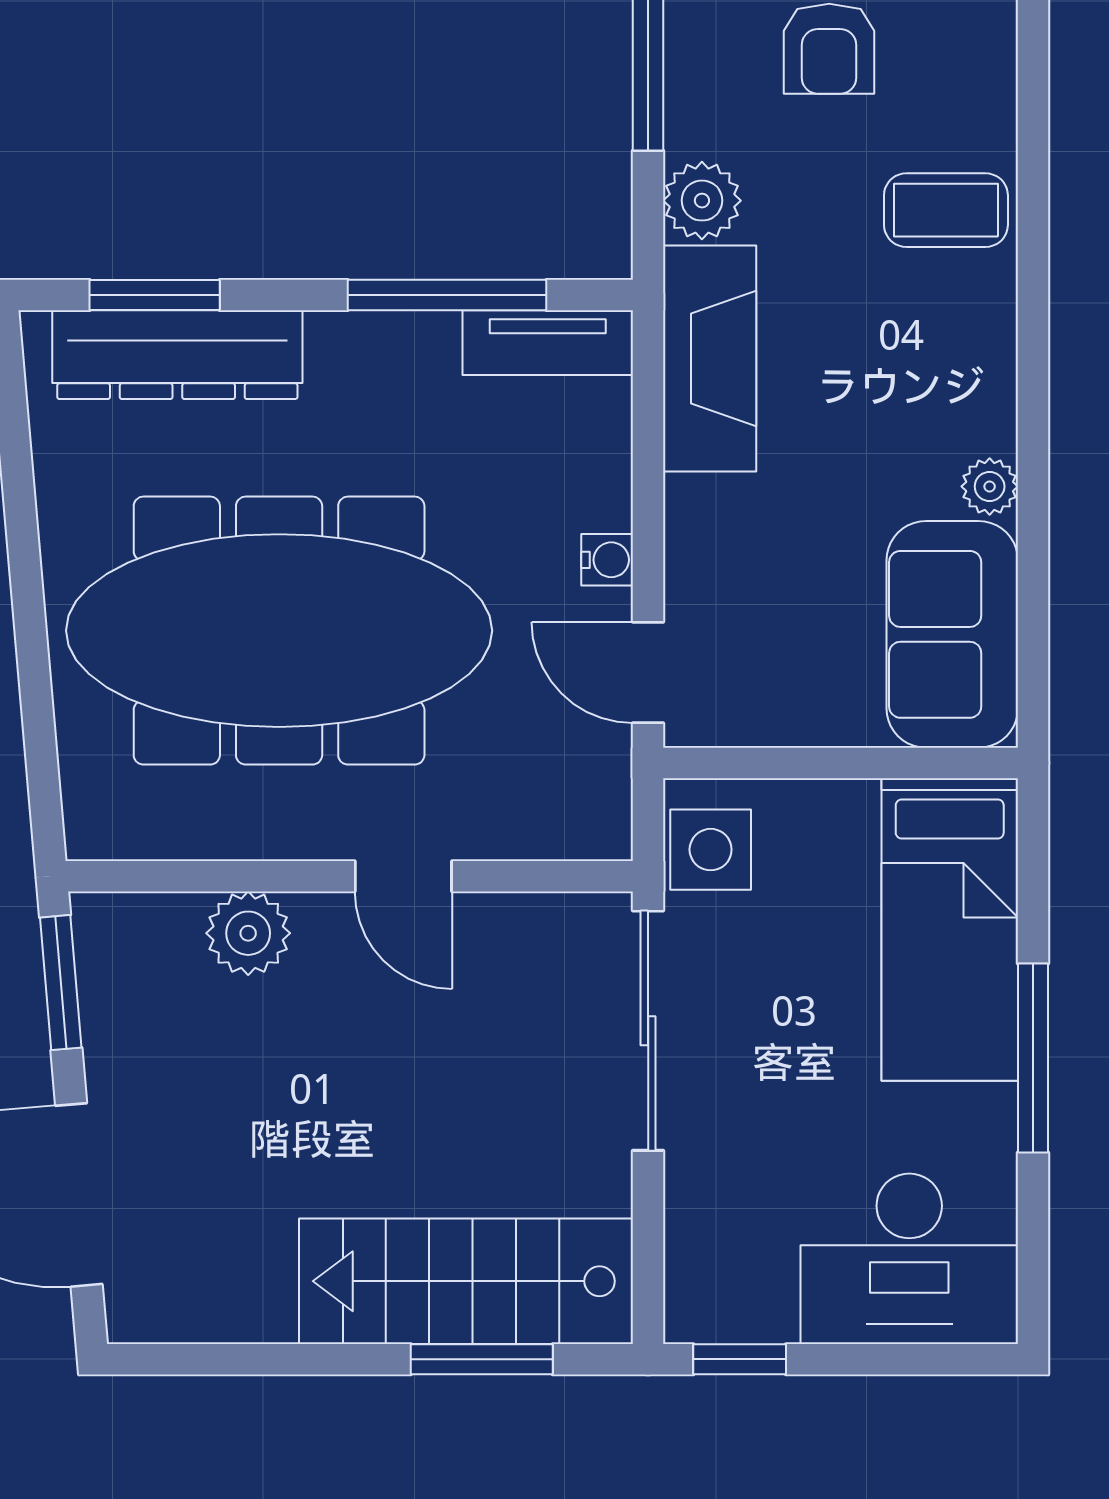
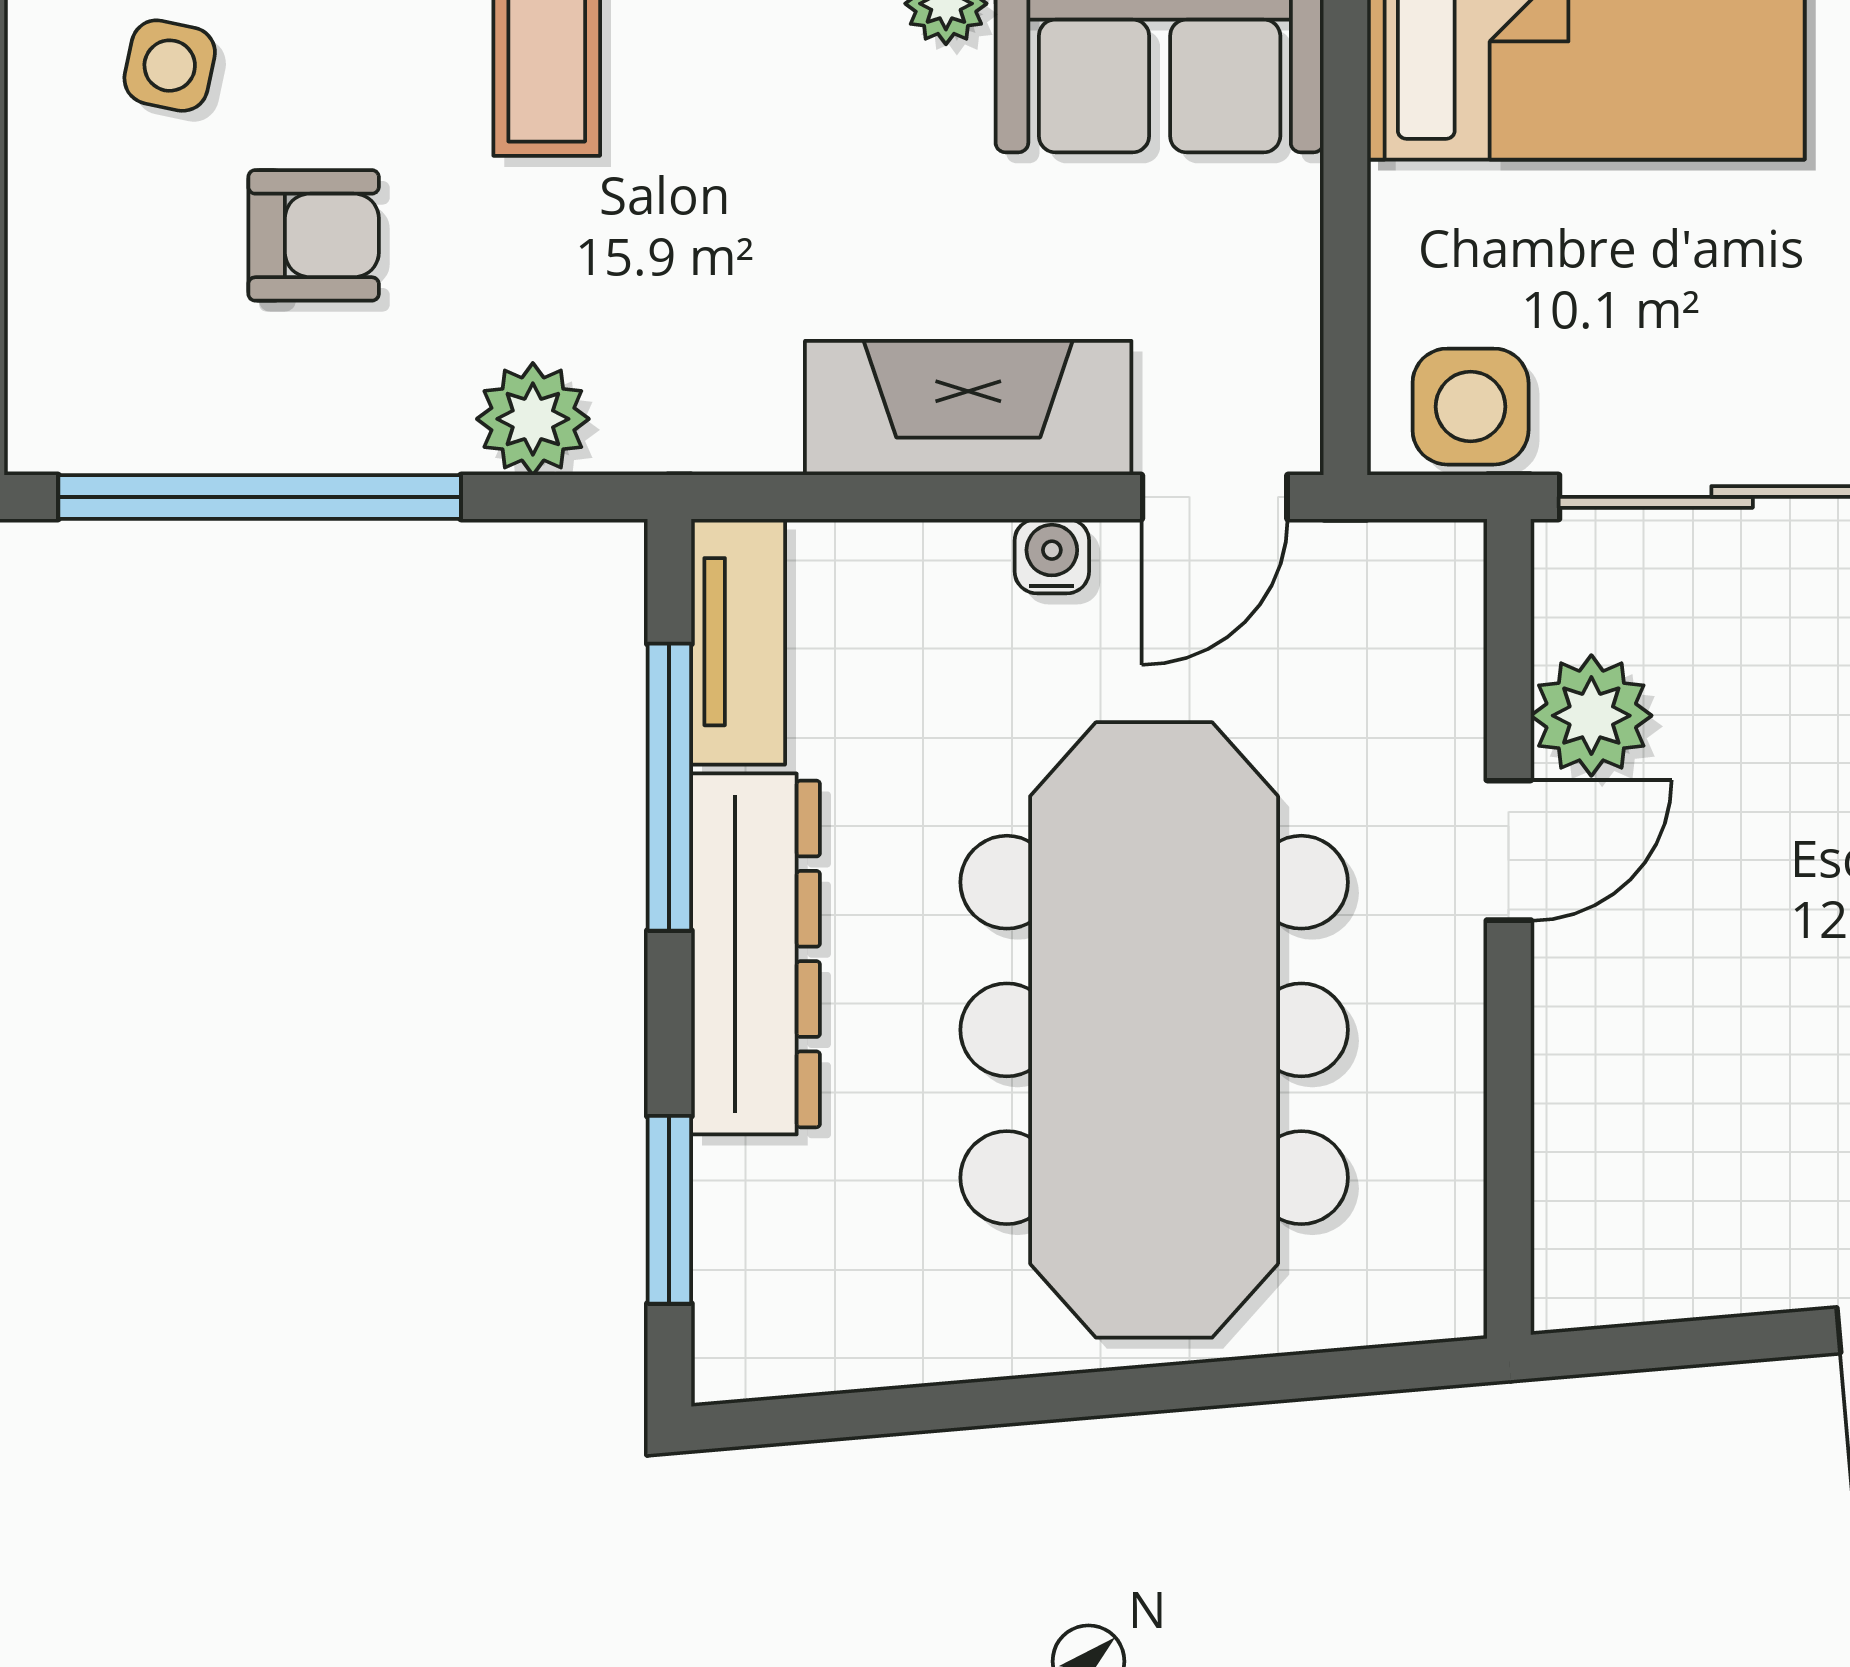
dresser: (177, 355) -> (756, 954), moved
fireplace: (710, 358) -> (968, 408), moved
plant: (248, 933) -> (1591, 716), moved
window: (61, 983) -> (1663, 1345), removed

